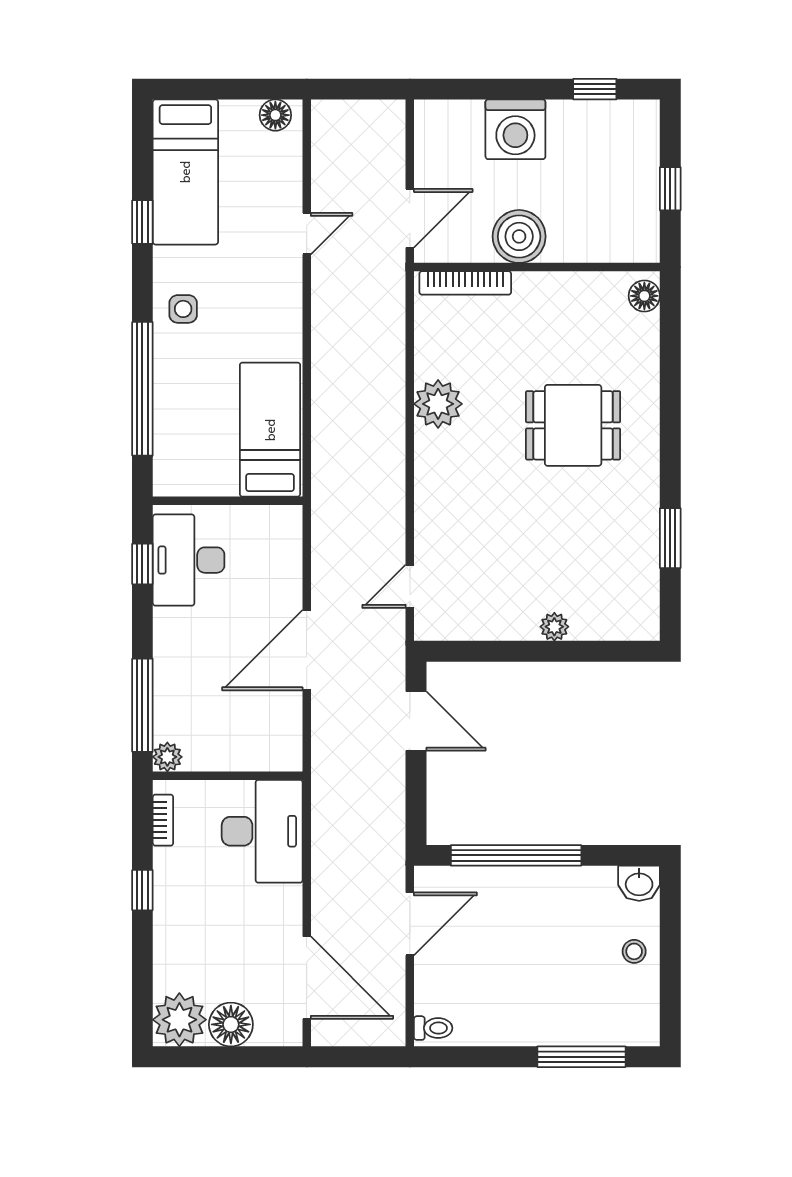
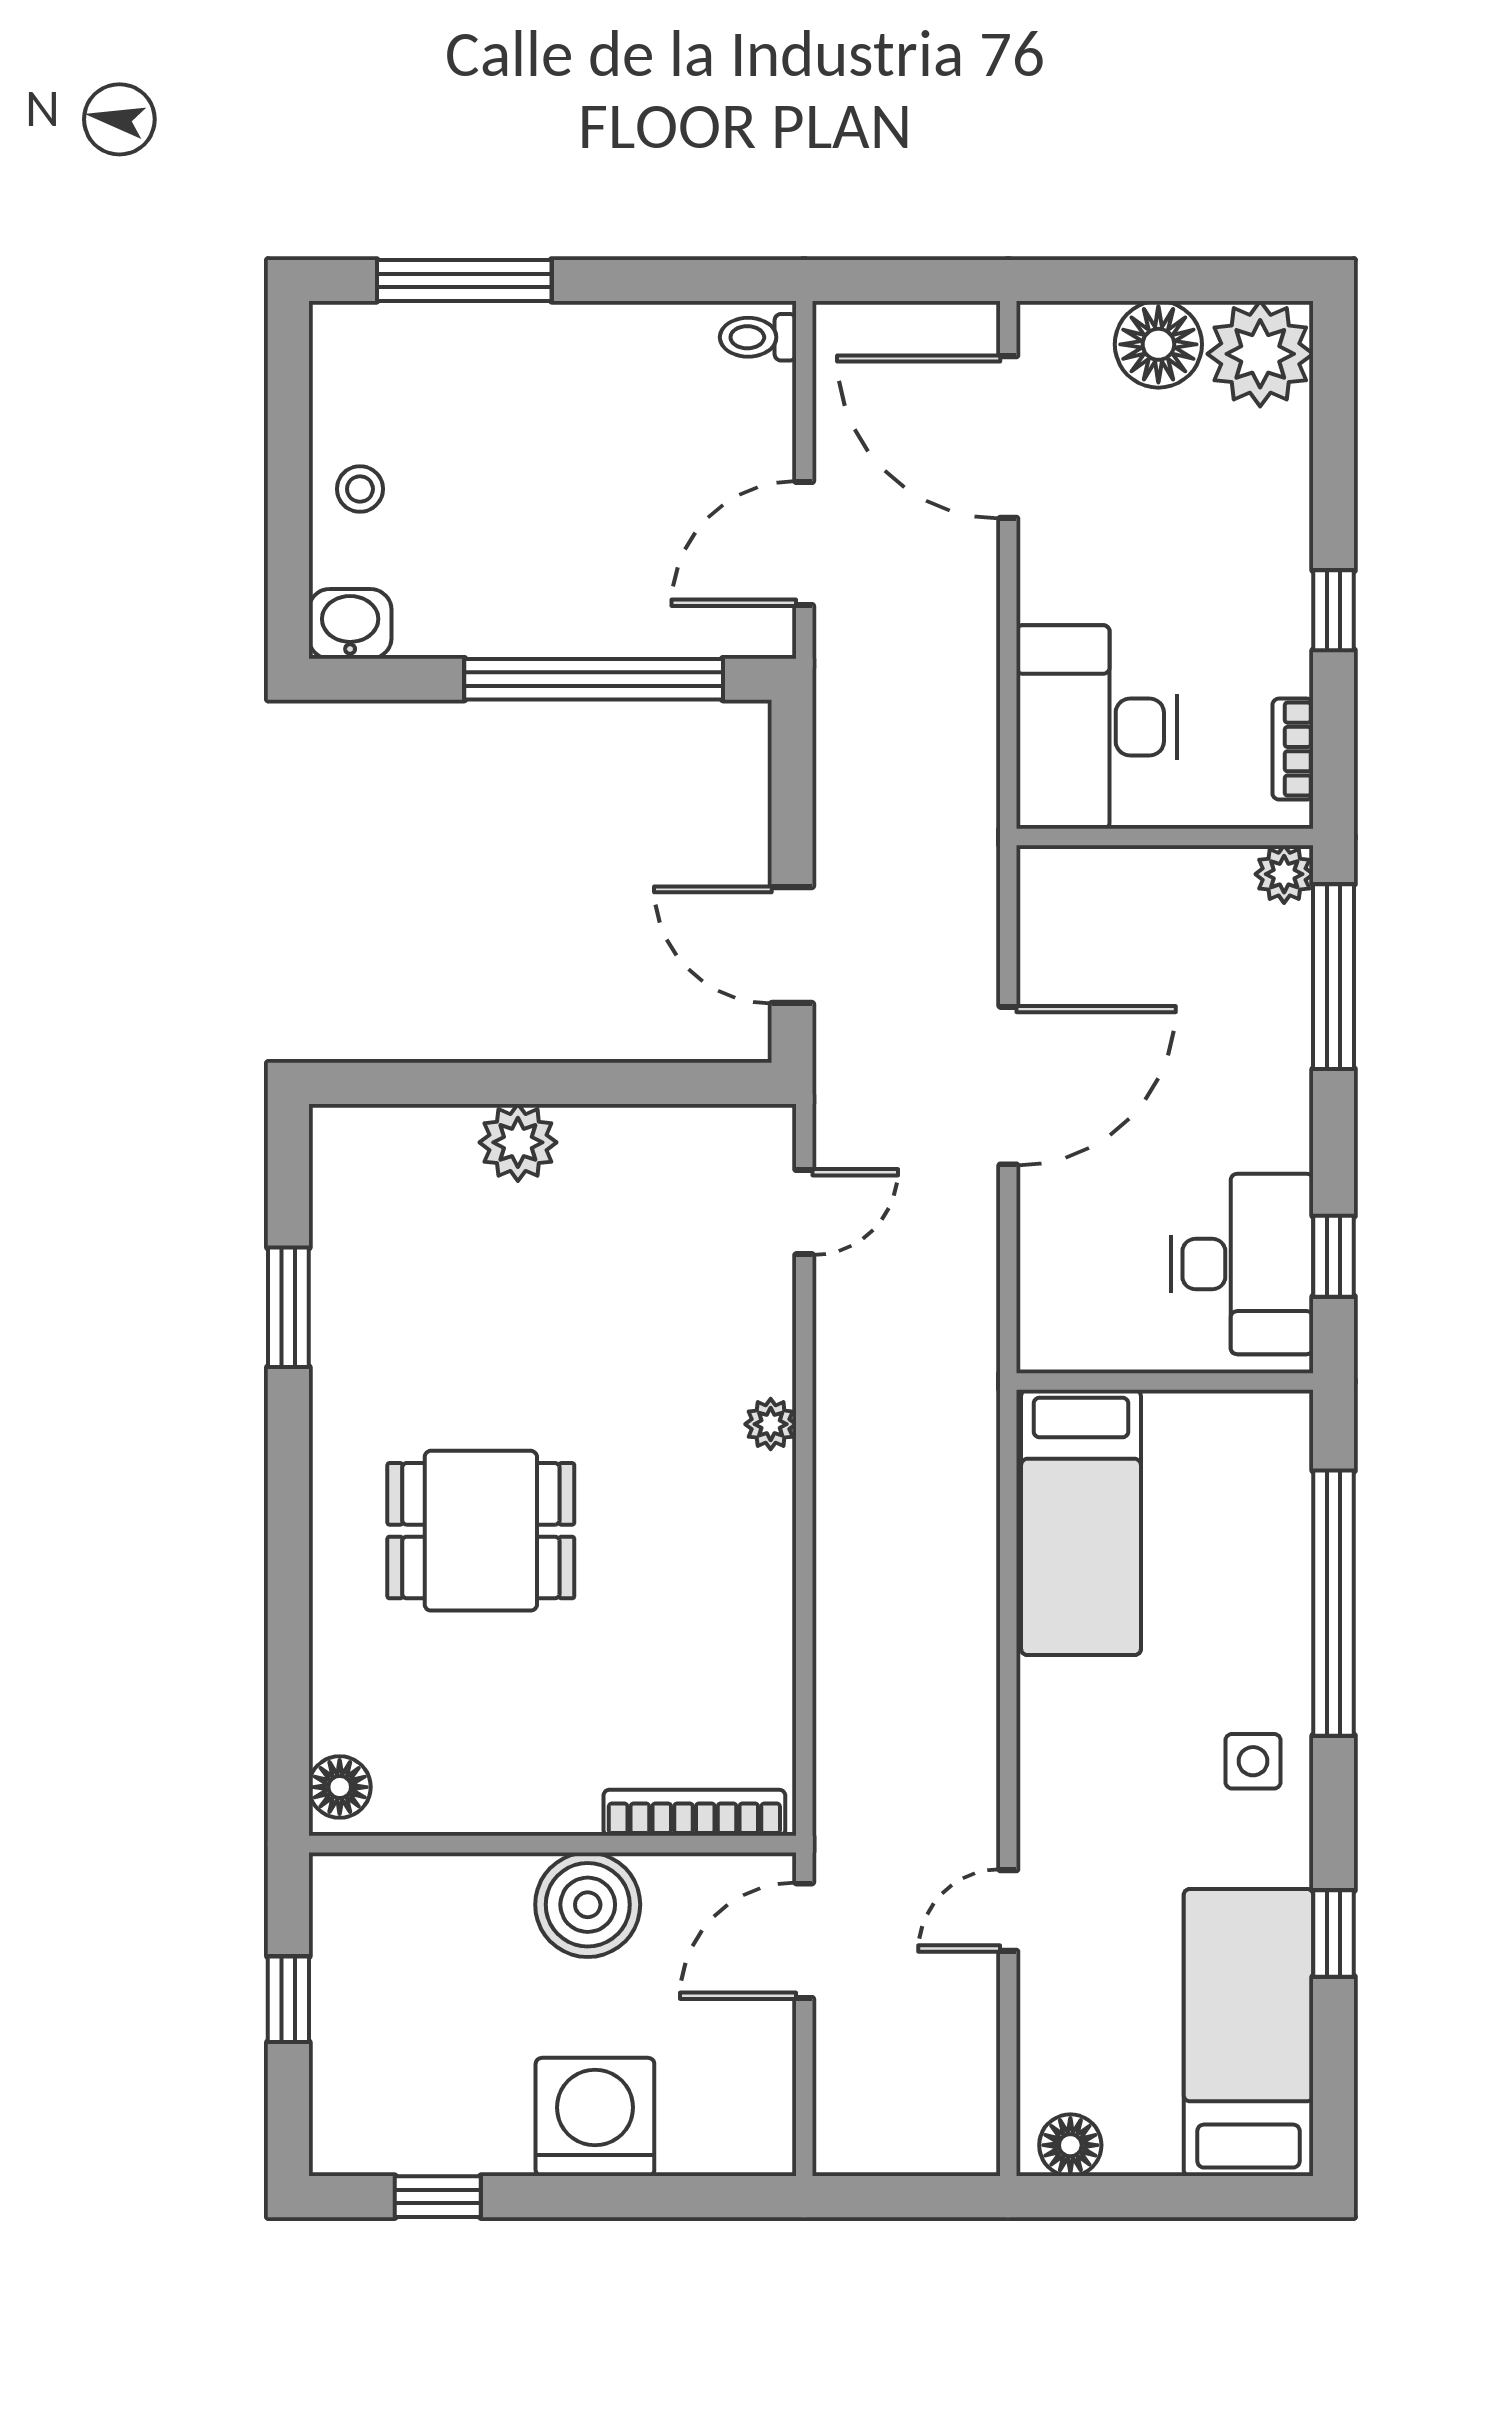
plant: (438, 404) -> (771, 1424), moved, width x0.53, depth x0.53
plant: (554, 627) -> (518, 1142), width x1.38, depth x1.38

